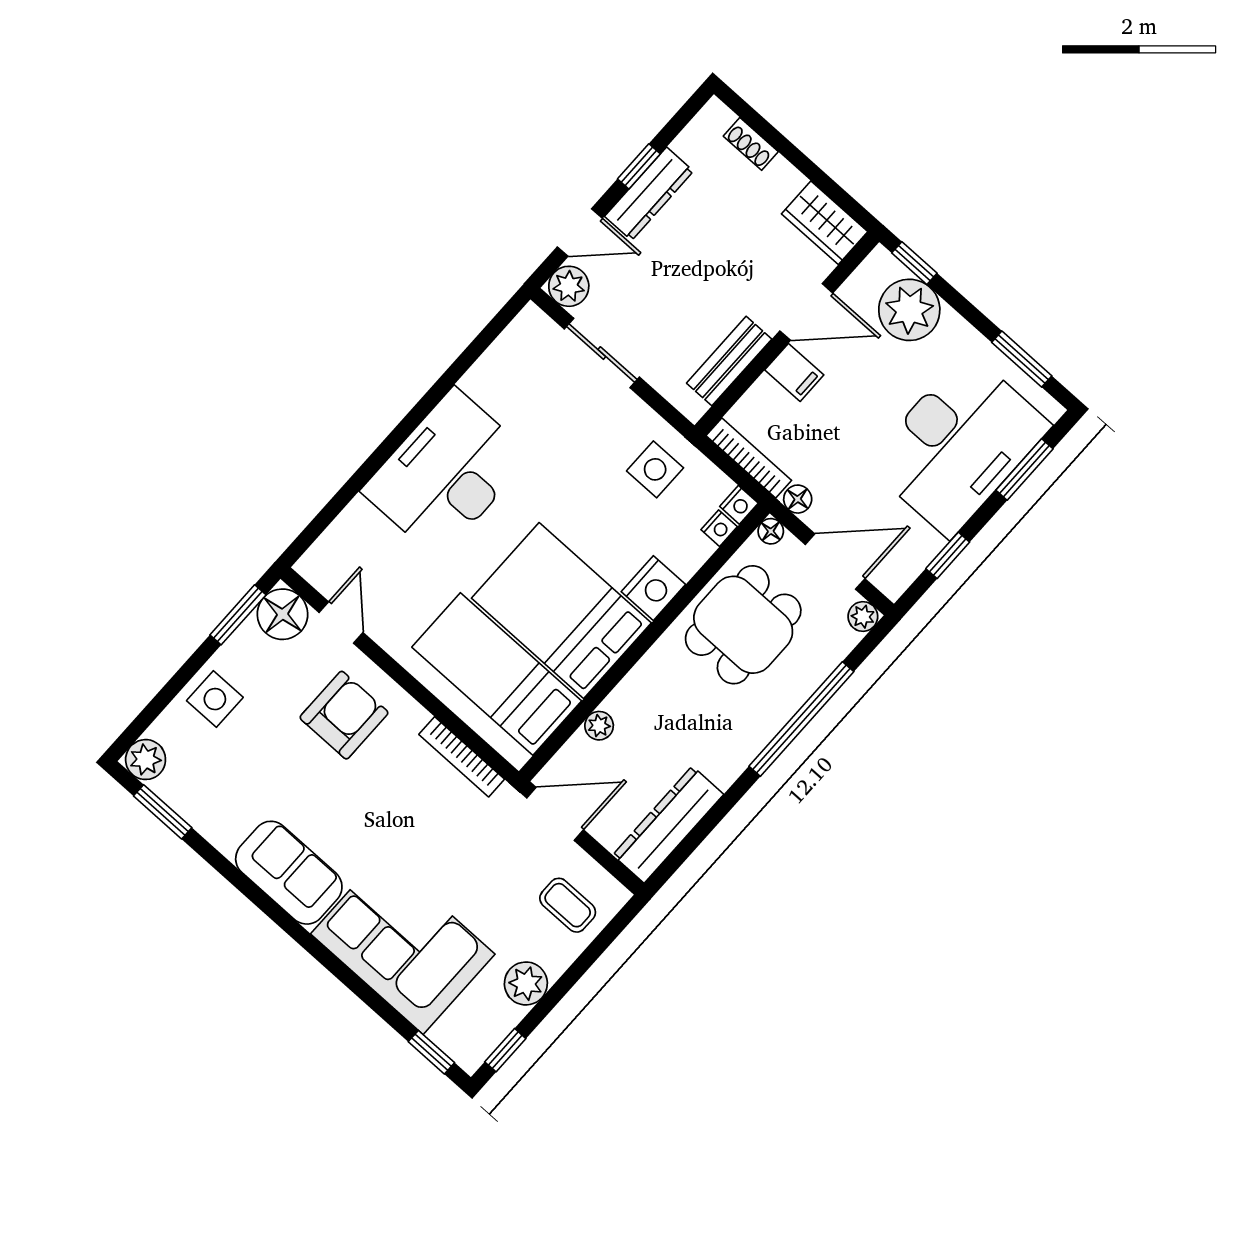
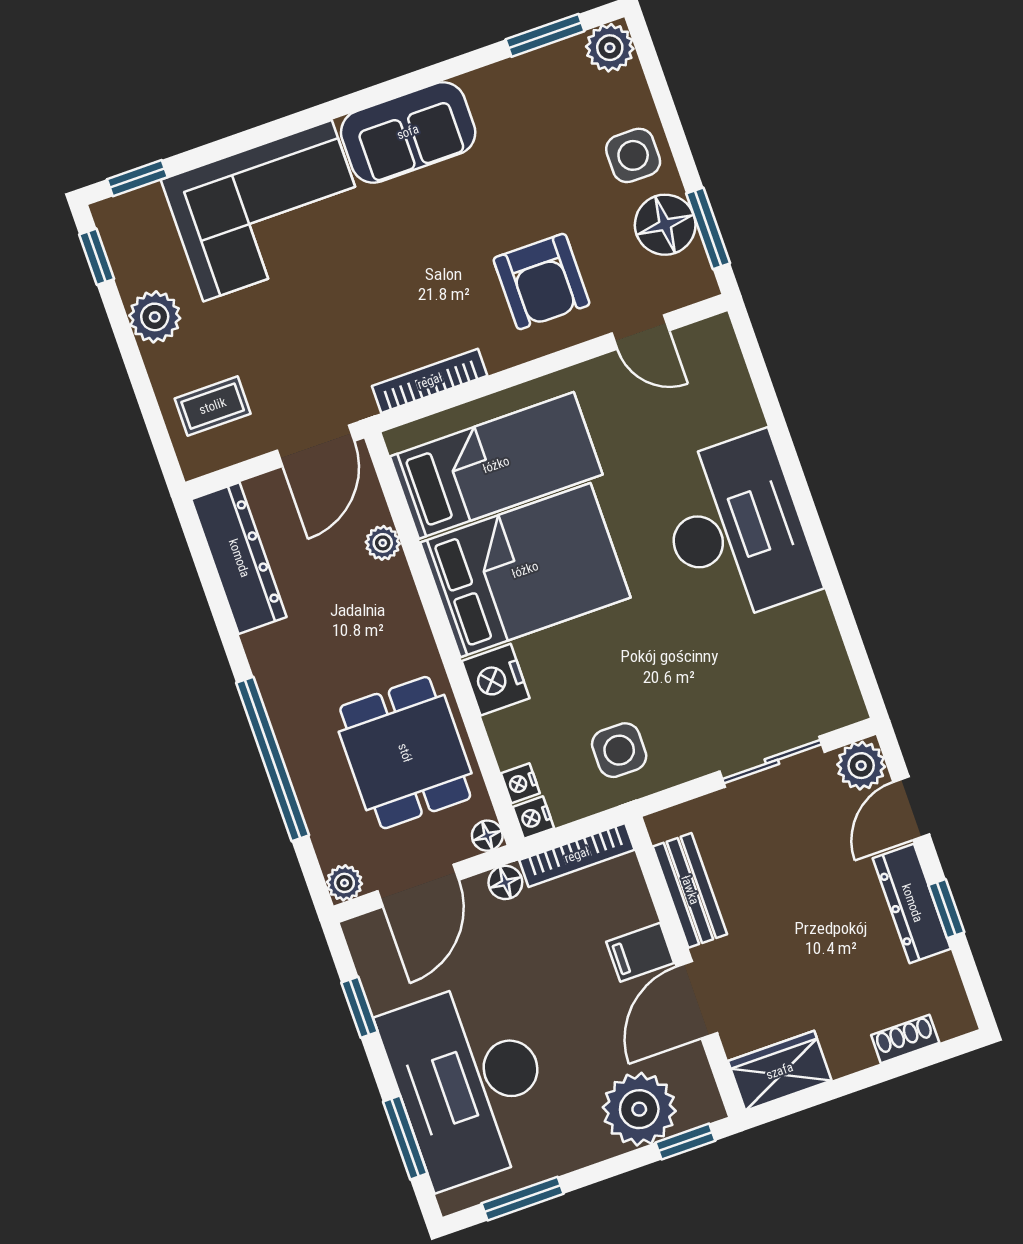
floor lamp: (282, 614) -> (665, 225), moved

